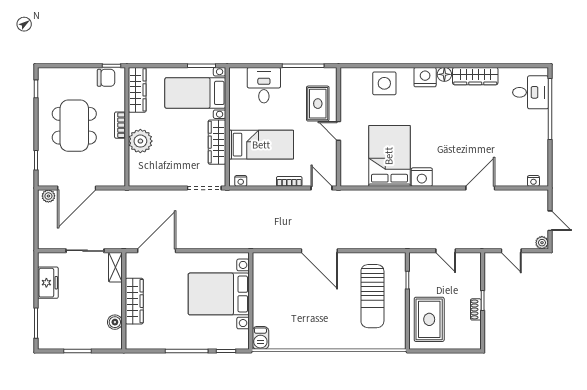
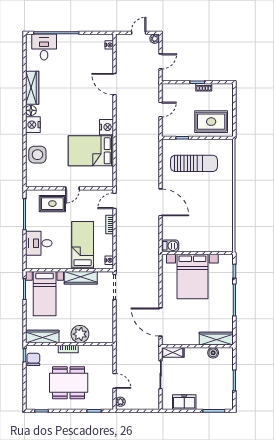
door: (77, 188) -> (114, 381), width x0.53
door: (319, 251) -> (161, 202), hinge flipped
wardrobe: (134, 301) -> (216, 339), moved
barbecue: (260, 338) -> (170, 246), moved

